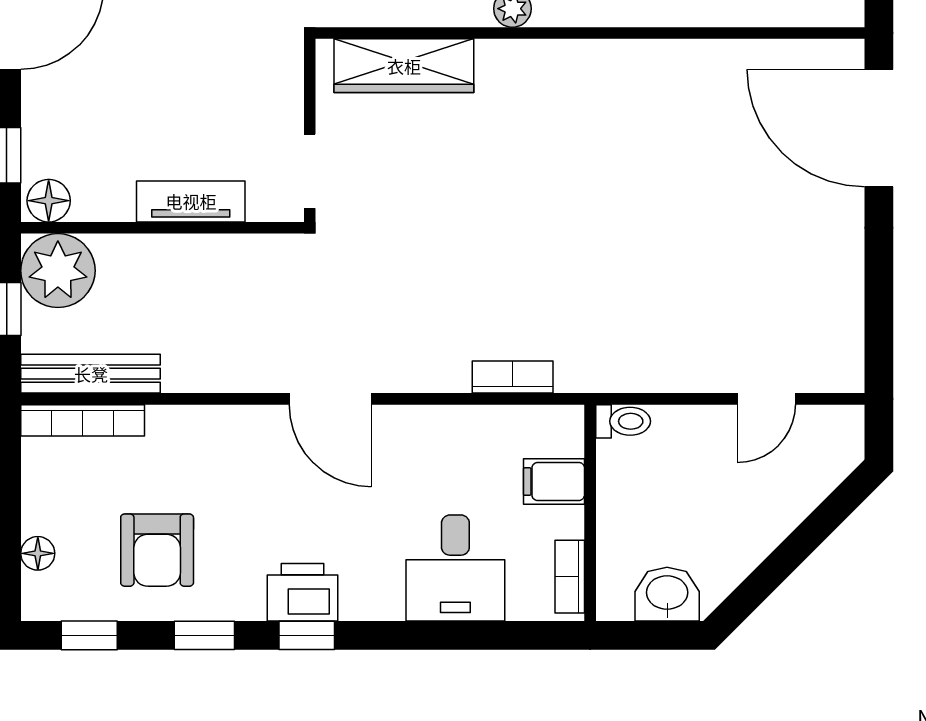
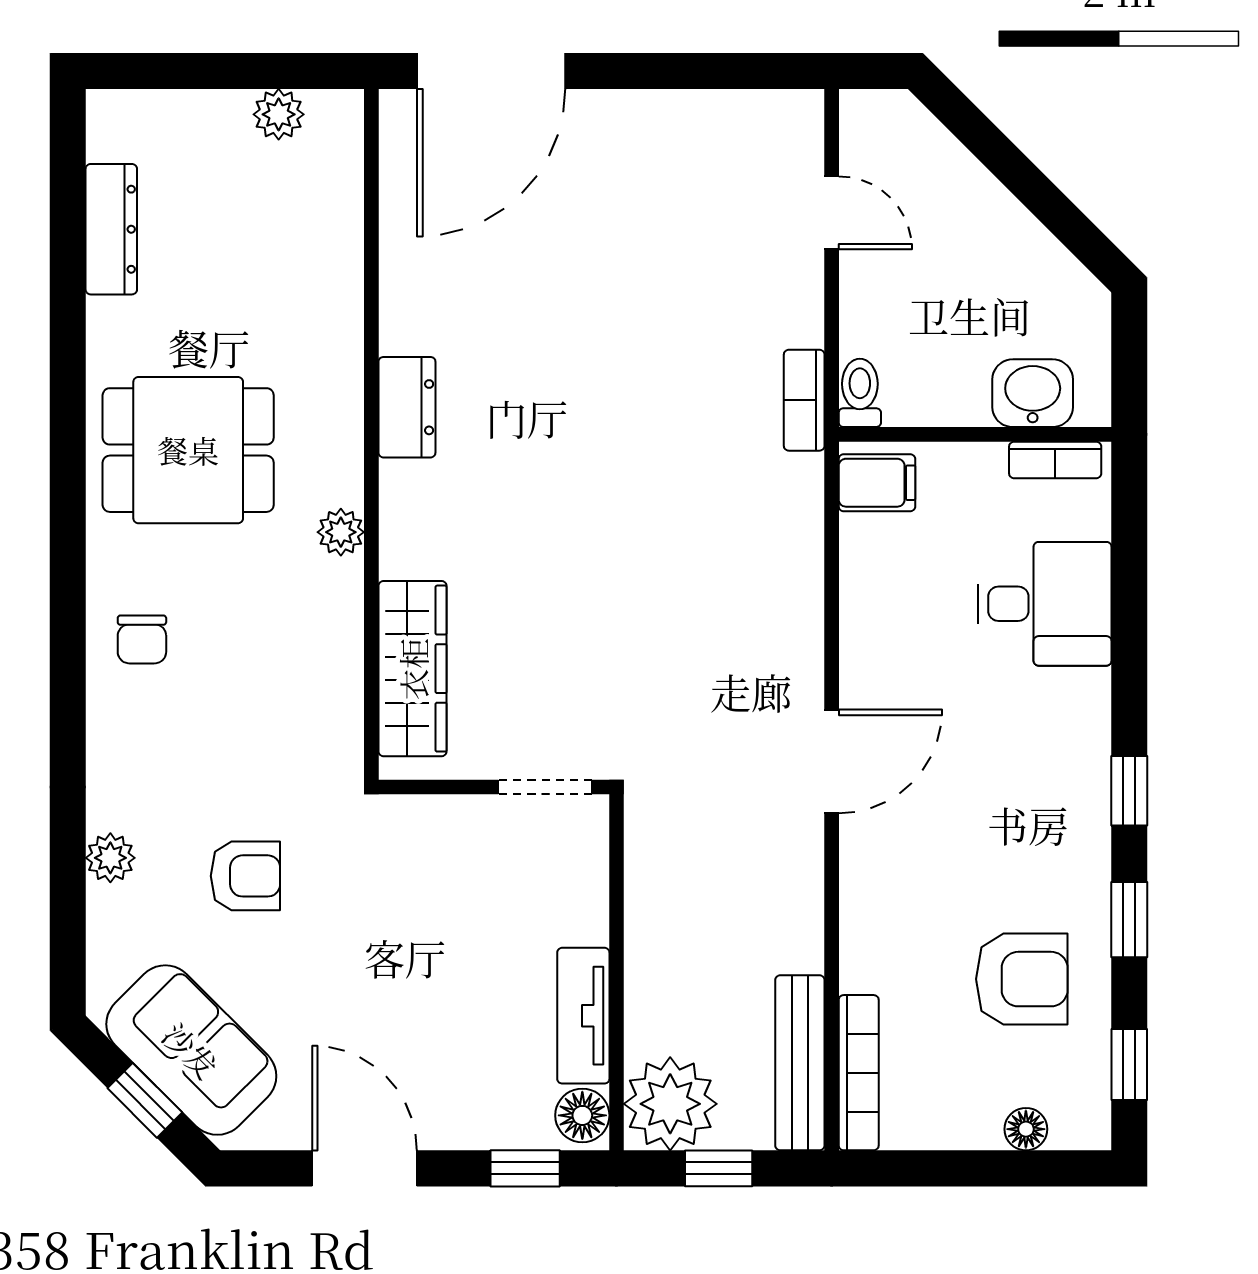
dresser: (612, 61) -> (407, 407), added
tv unit: (191, 201) -> (583, 1016), moved
bookcase: (513, 377) -> (804, 400), moved
filing cabinet: (554, 481) -> (877, 483), moved, turned -90
printer: (302, 592) -> (1075, 796), removed
washbasin: (667, 594) -> (1033, 393), moved, turned 90

